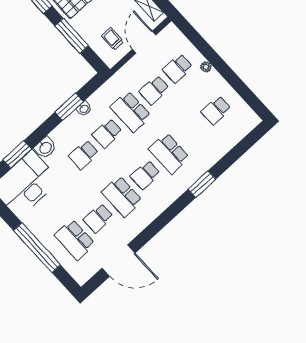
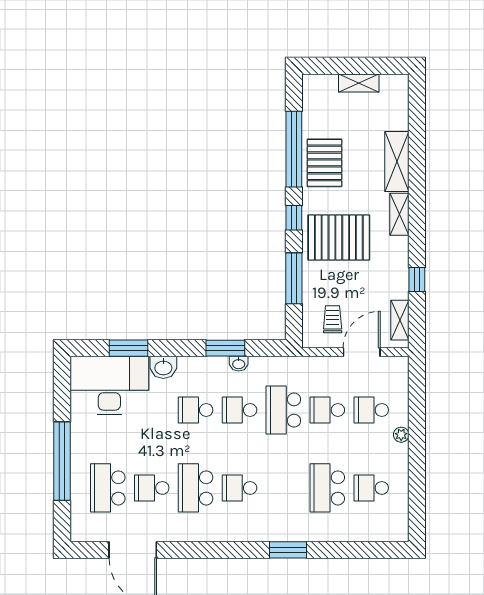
school desk: (169, 153) -> (327, 488), moved

